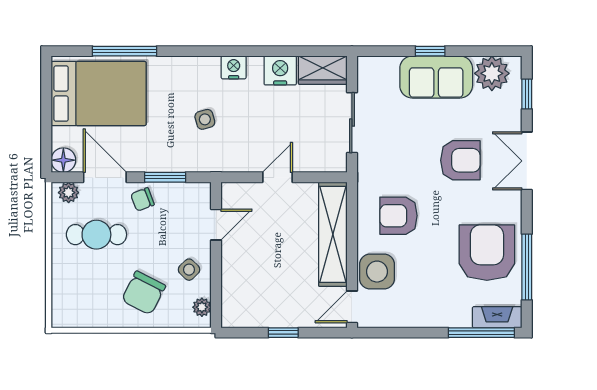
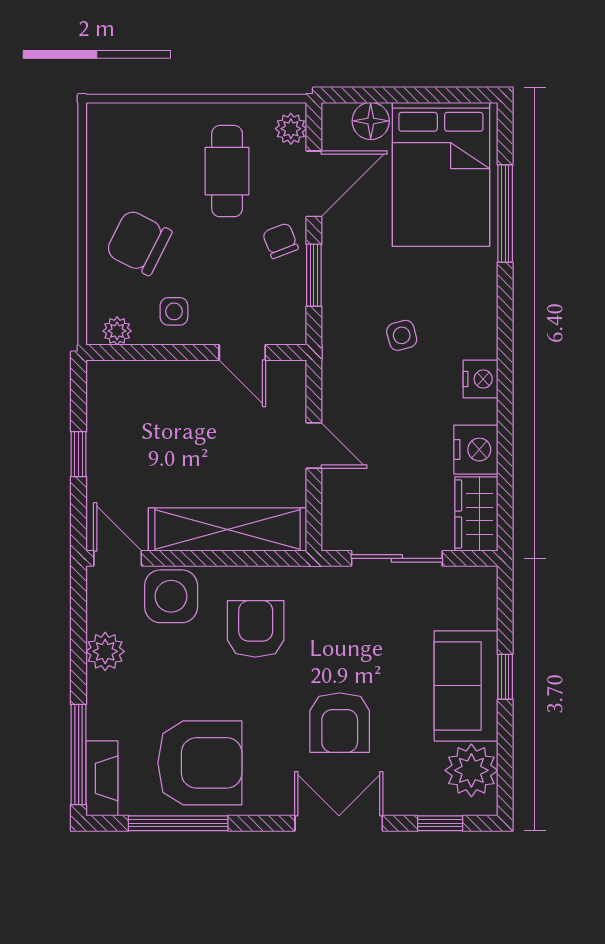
floor lamp: (63, 160) -> (371, 121), moved
side table: (189, 270) -> (174, 311), turned 45
plant: (413, 315) -> (105, 651), added

